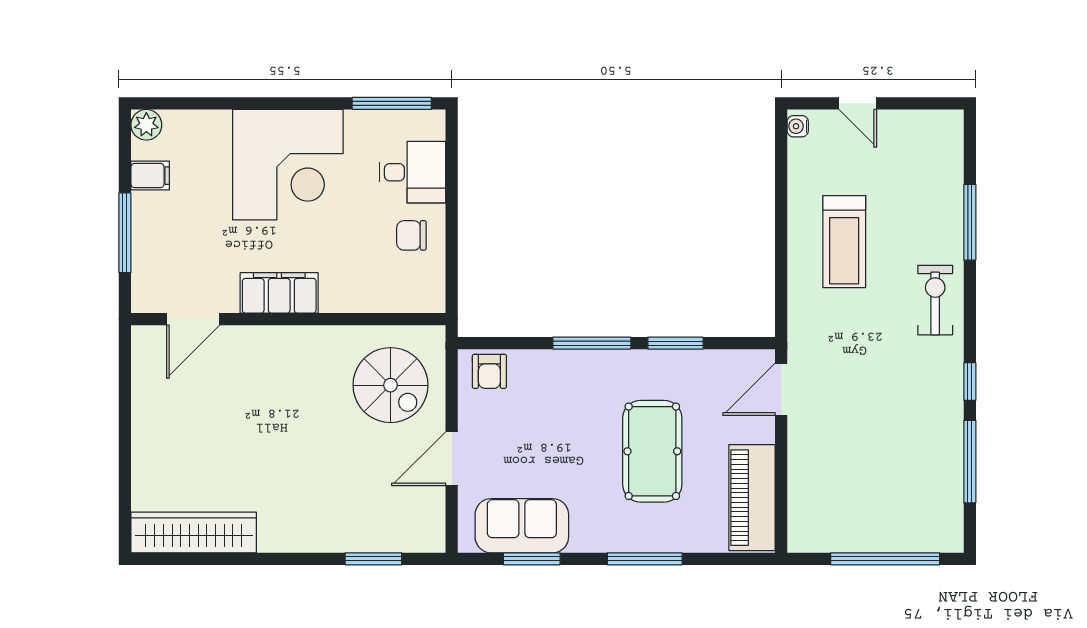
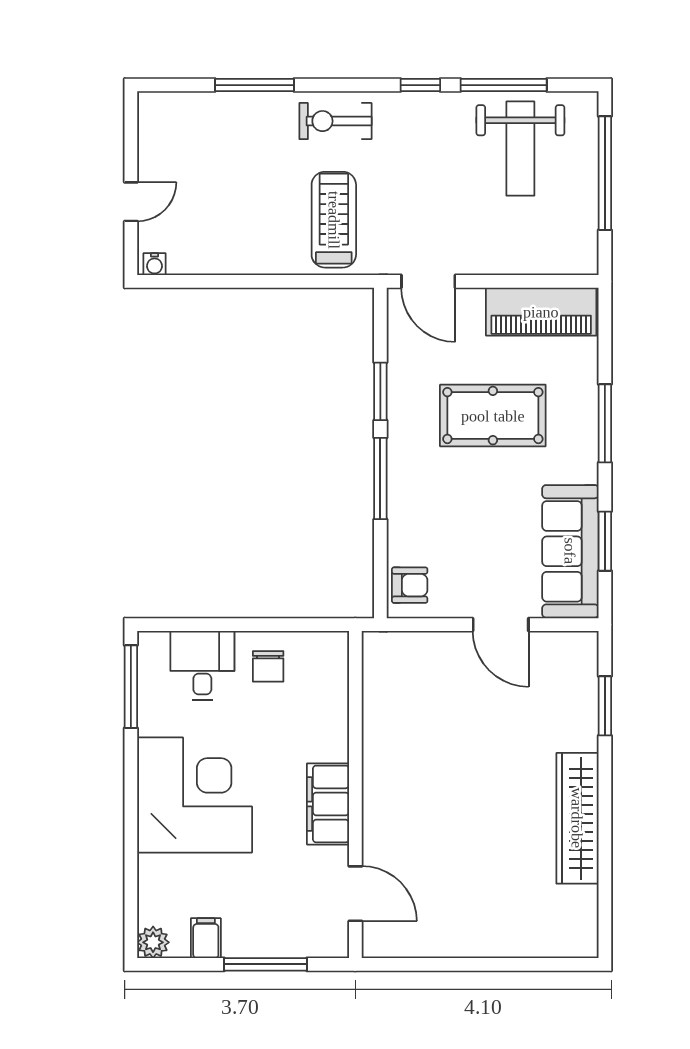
treadmill: (844, 242) -> (334, 220), moved, turned -90
spiral stairs: (390, 385) -> (424, 688), removed
weight bench: (909, 478) -> (520, 149), added
sofa: (522, 526) -> (570, 551), width x1.36
wardrobe: (194, 532) -> (577, 818), moved

